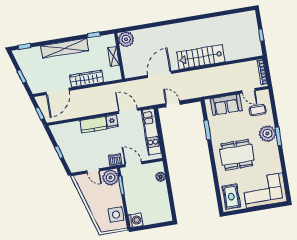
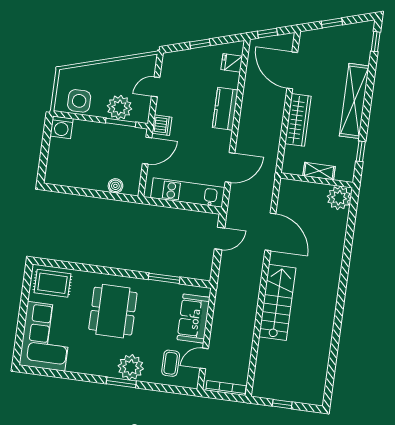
fridge: (112, 121) -> (232, 63), moved
plant: (110, 178) -> (119, 107), moved

